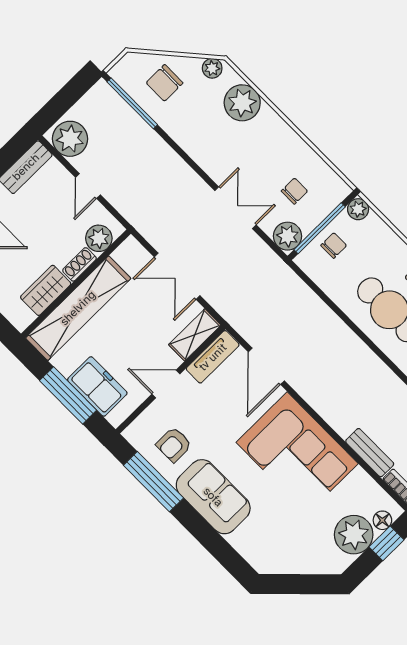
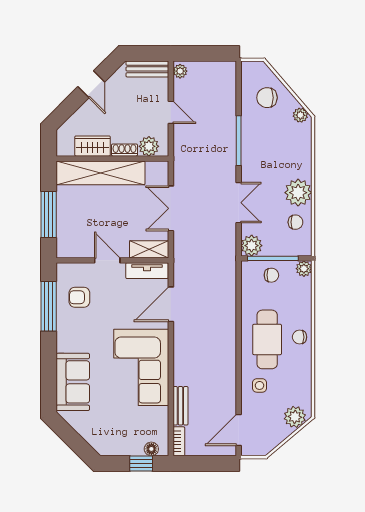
window: (132, 103) -> (239, 141), moved
plant: (242, 103) -> (298, 193), moved
plant: (70, 139) -> (180, 71), width x0.53, depth x0.53
door: (88, 186) -> (171, 112), swing flipped
chair: (294, 191) -> (295, 222), moved
freezer: (97, 386) -> (69, 225), removed
sofa: (213, 497) -> (73, 382), moved
plant: (354, 535) -> (128, 441), removed

